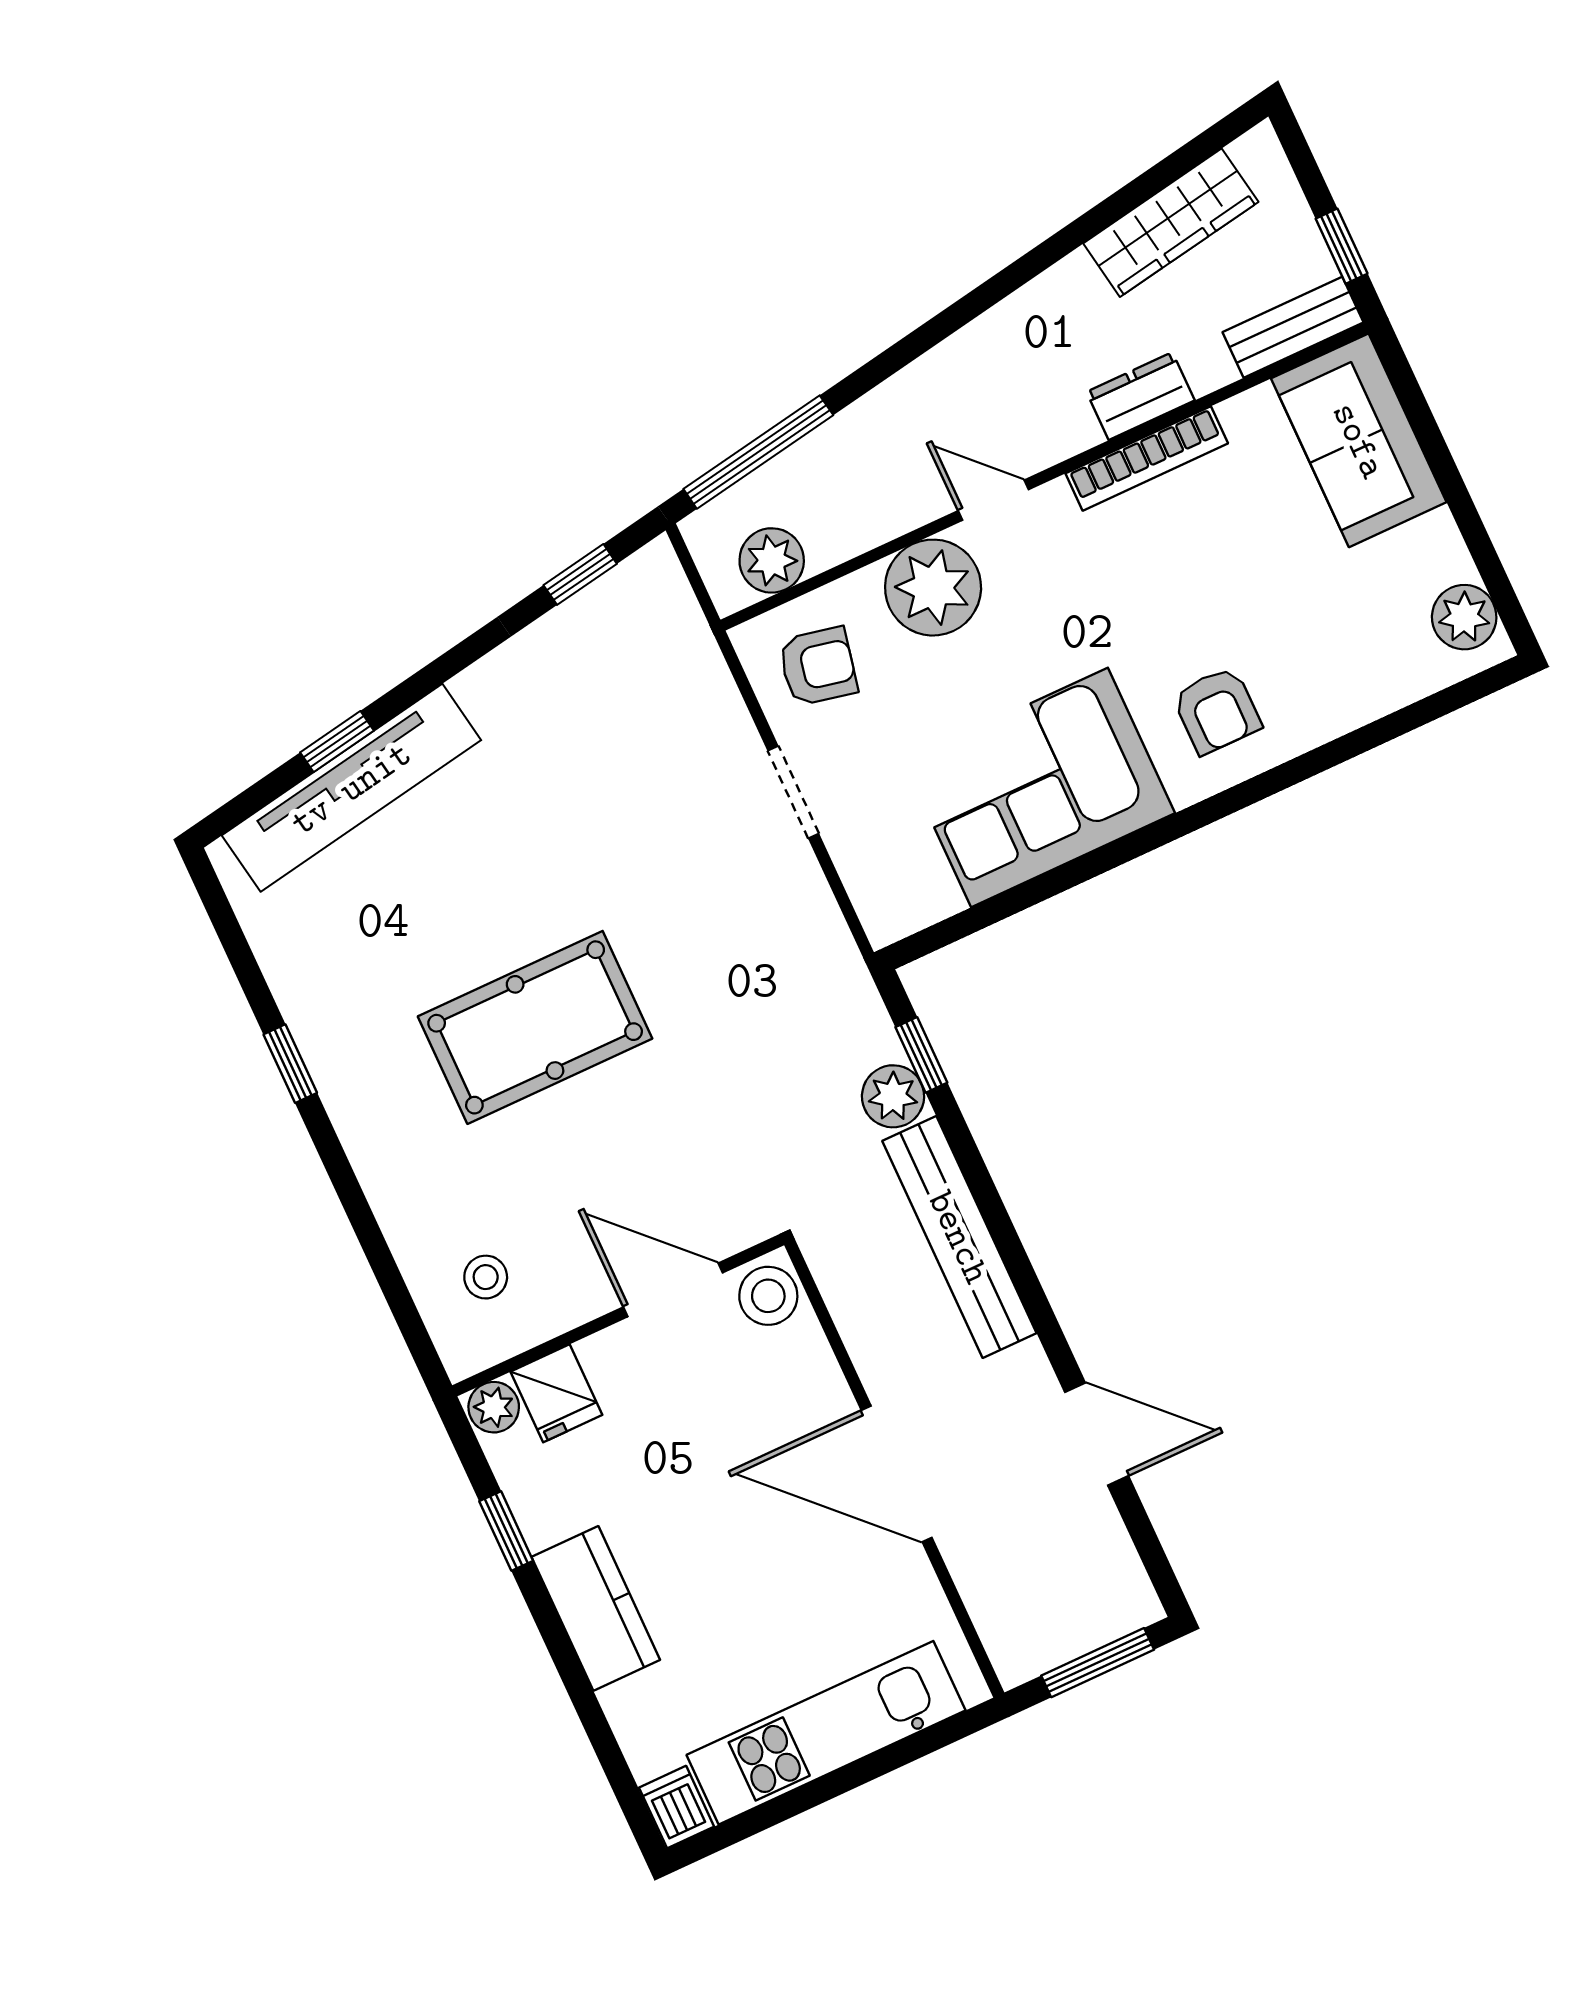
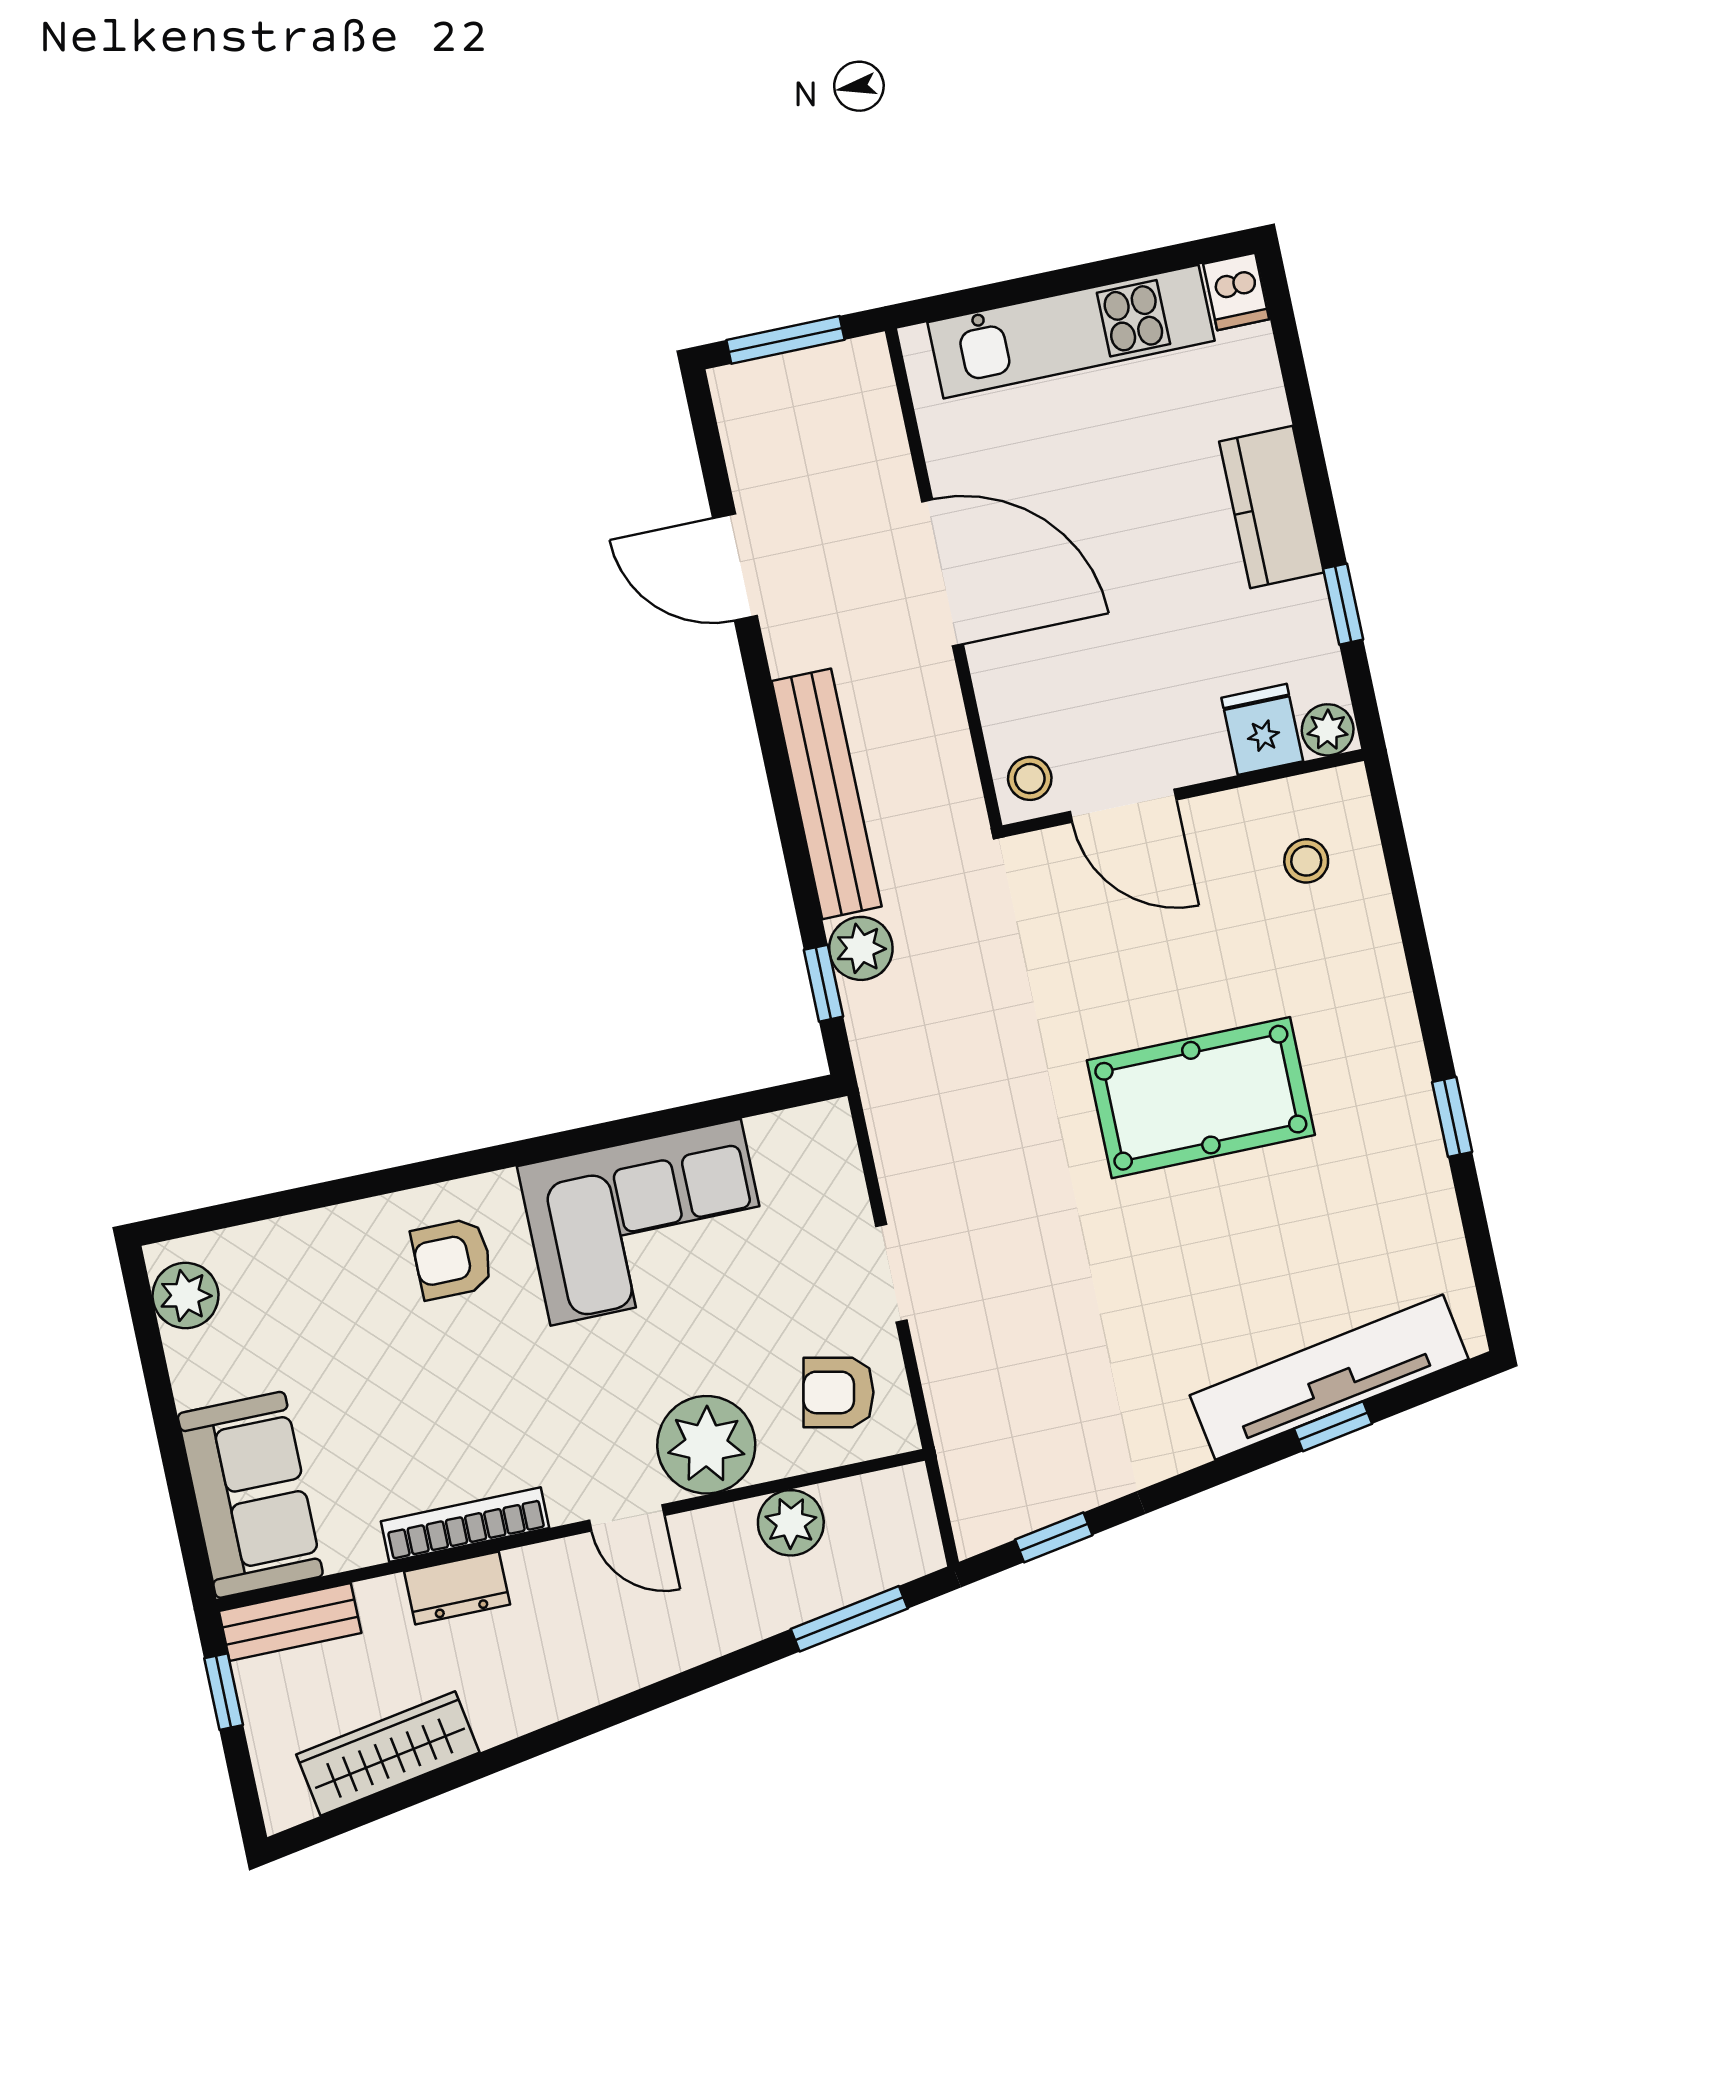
window: (758, 452) -> (849, 1619), width x0.69
plant: (772, 560) -> (791, 1523), moved
armchair: (1217, 710) -> (452, 1259), turned -90
stool: (768, 1296) -> (1030, 778), width x0.73, depth x0.73

